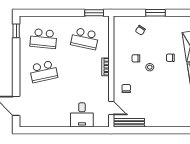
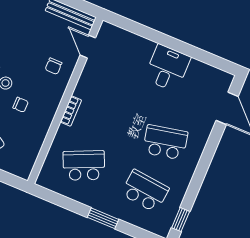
window: (94, 13) -> (103, 218), moved
school desk: (85, 39) -> (84, 165), turned -36
desk: (82, 115) -> (167, 68), moved

